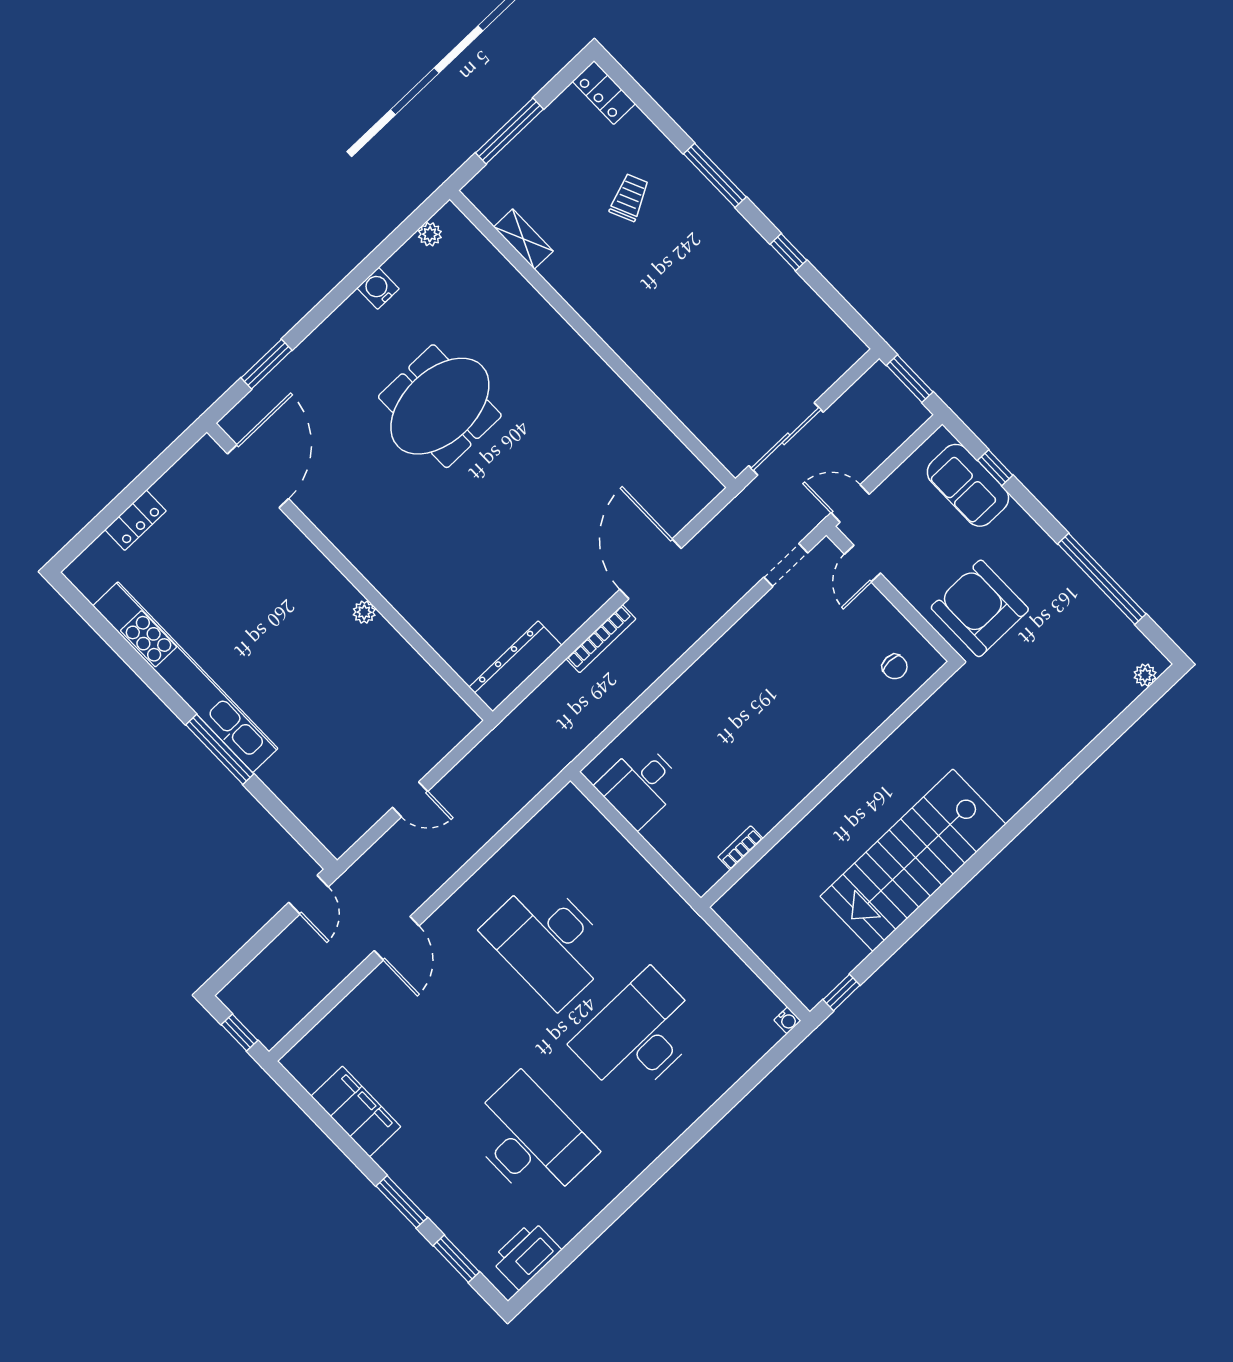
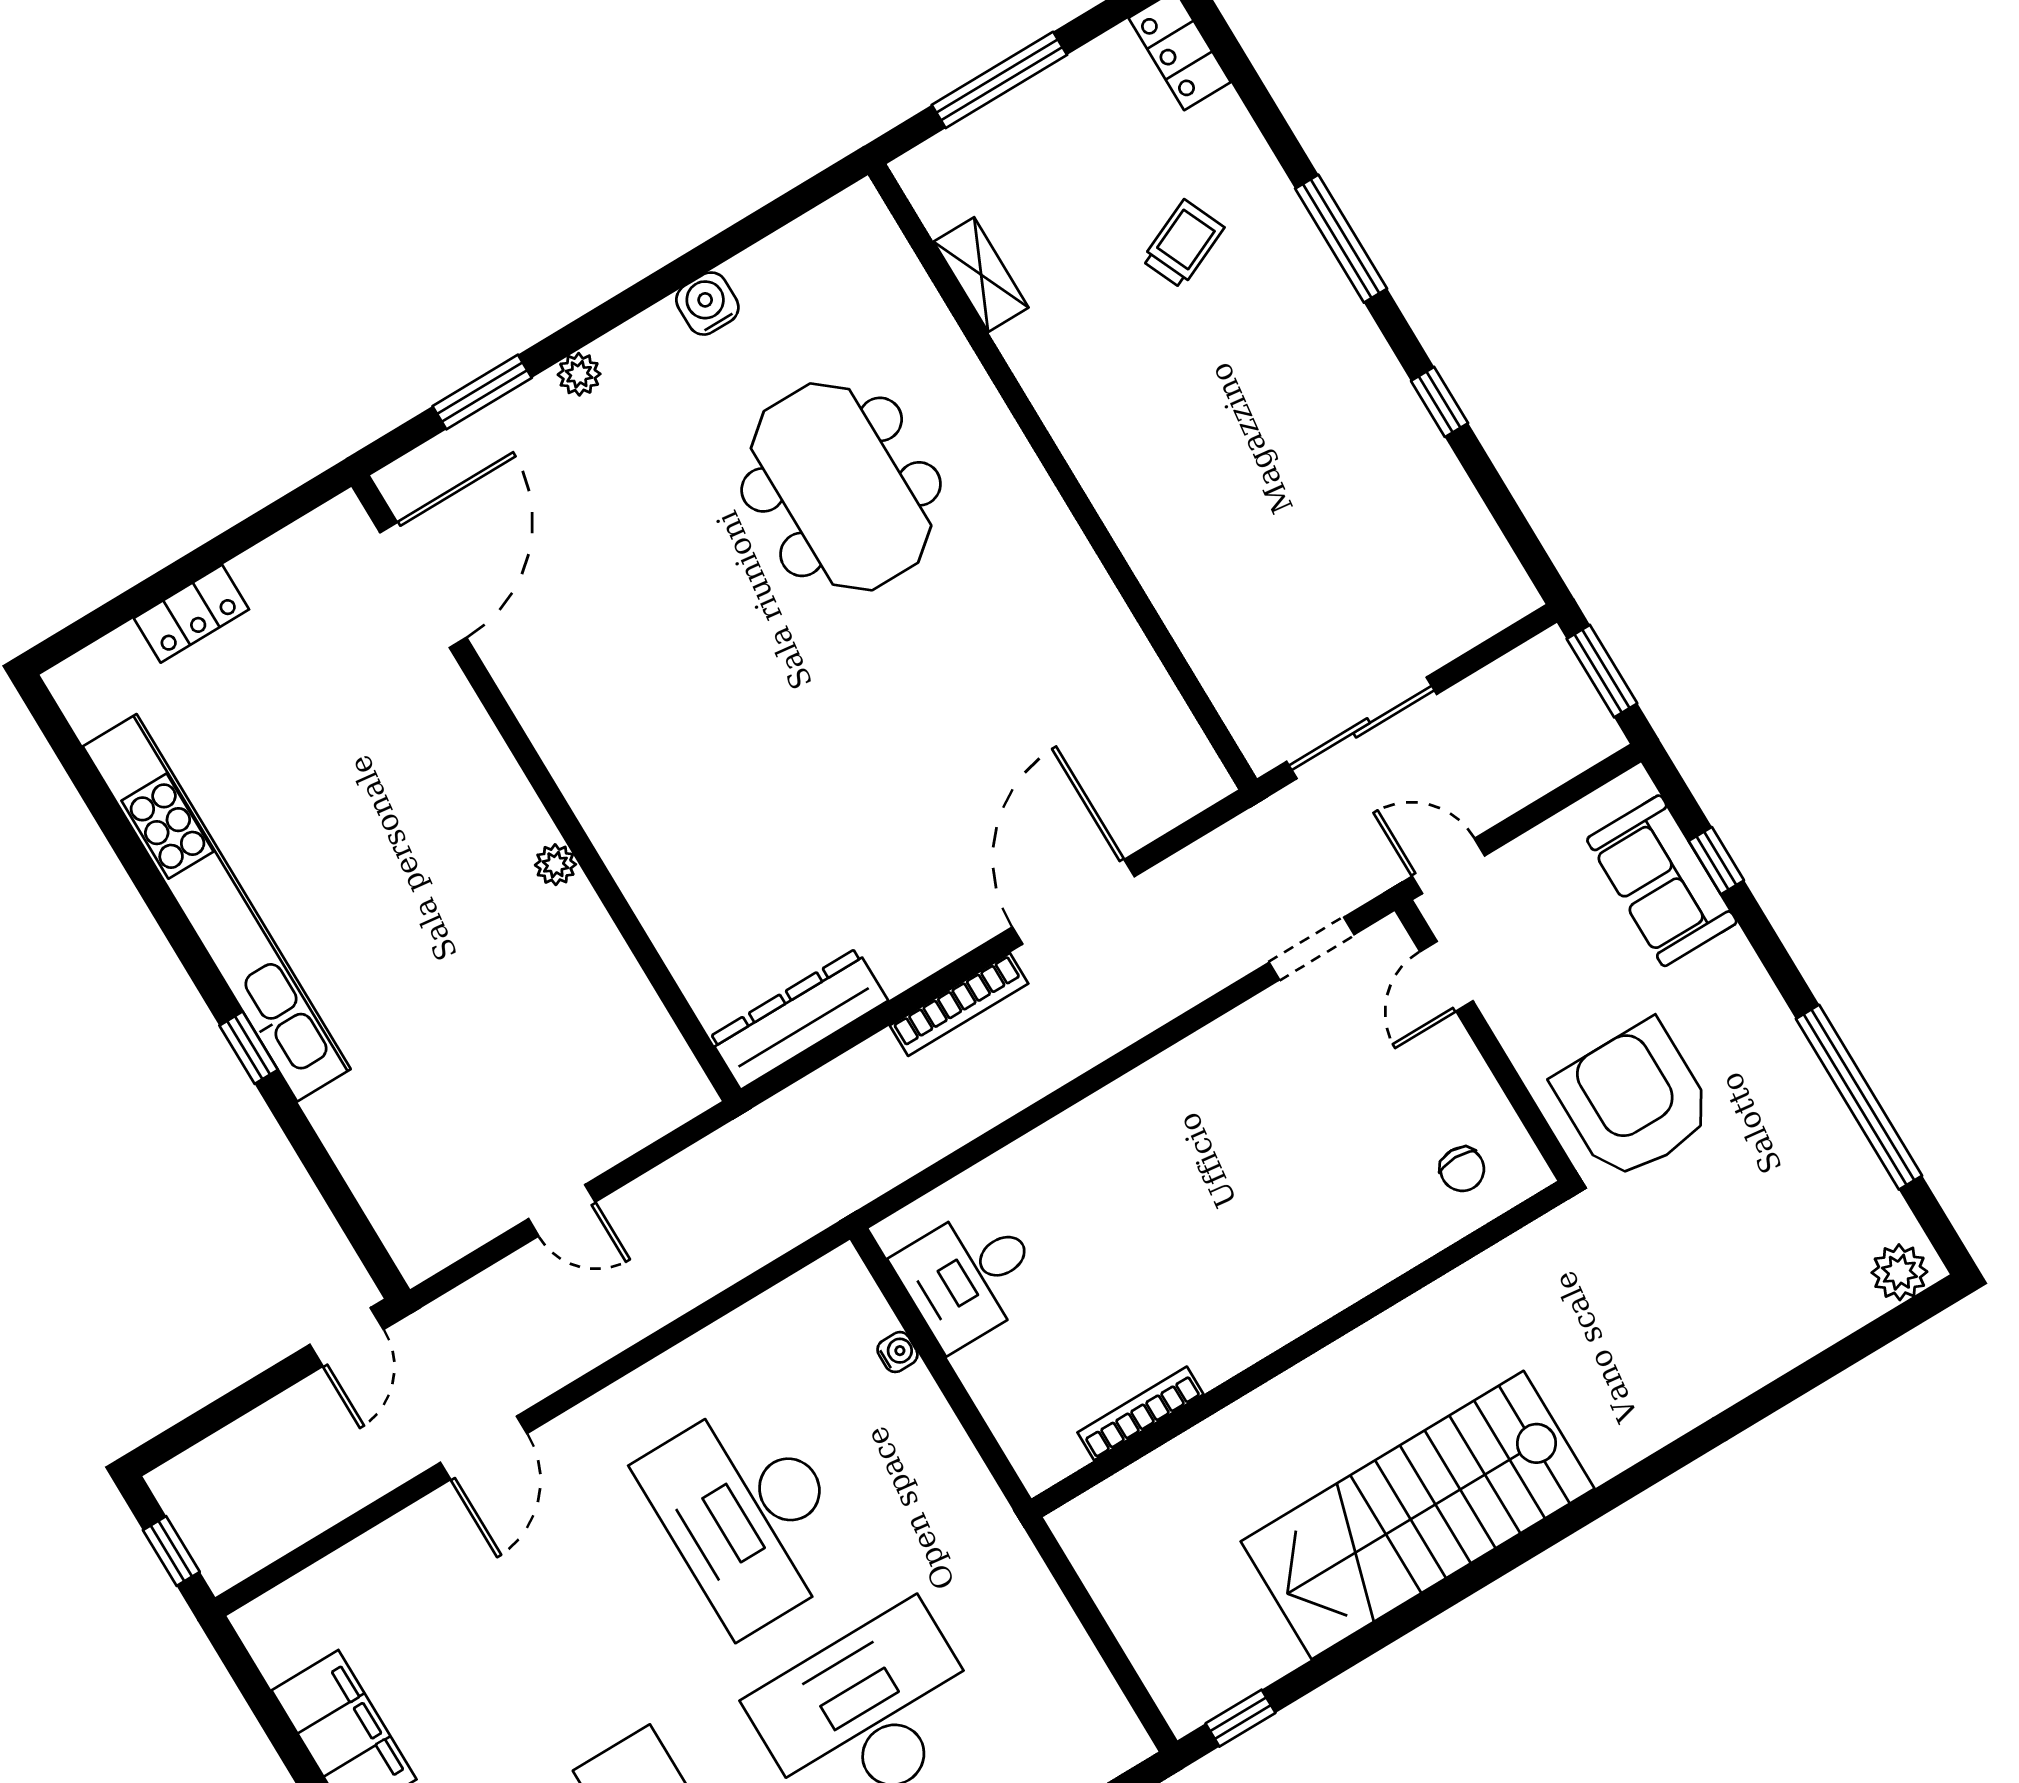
plant: (430, 234) -> (579, 374), moved
meeting table: (440, 406) -> (841, 487), moved, turned 90
plant: (1145, 675) -> (1899, 1272), width x1.38, depth x1.38
window: (220, 749) -> (249, 1048), width x0.46
bookcase: (740, 848) -> (1141, 1413), width x1.56
water cooler: (787, 1020) -> (898, 1352), moved, turned -90

